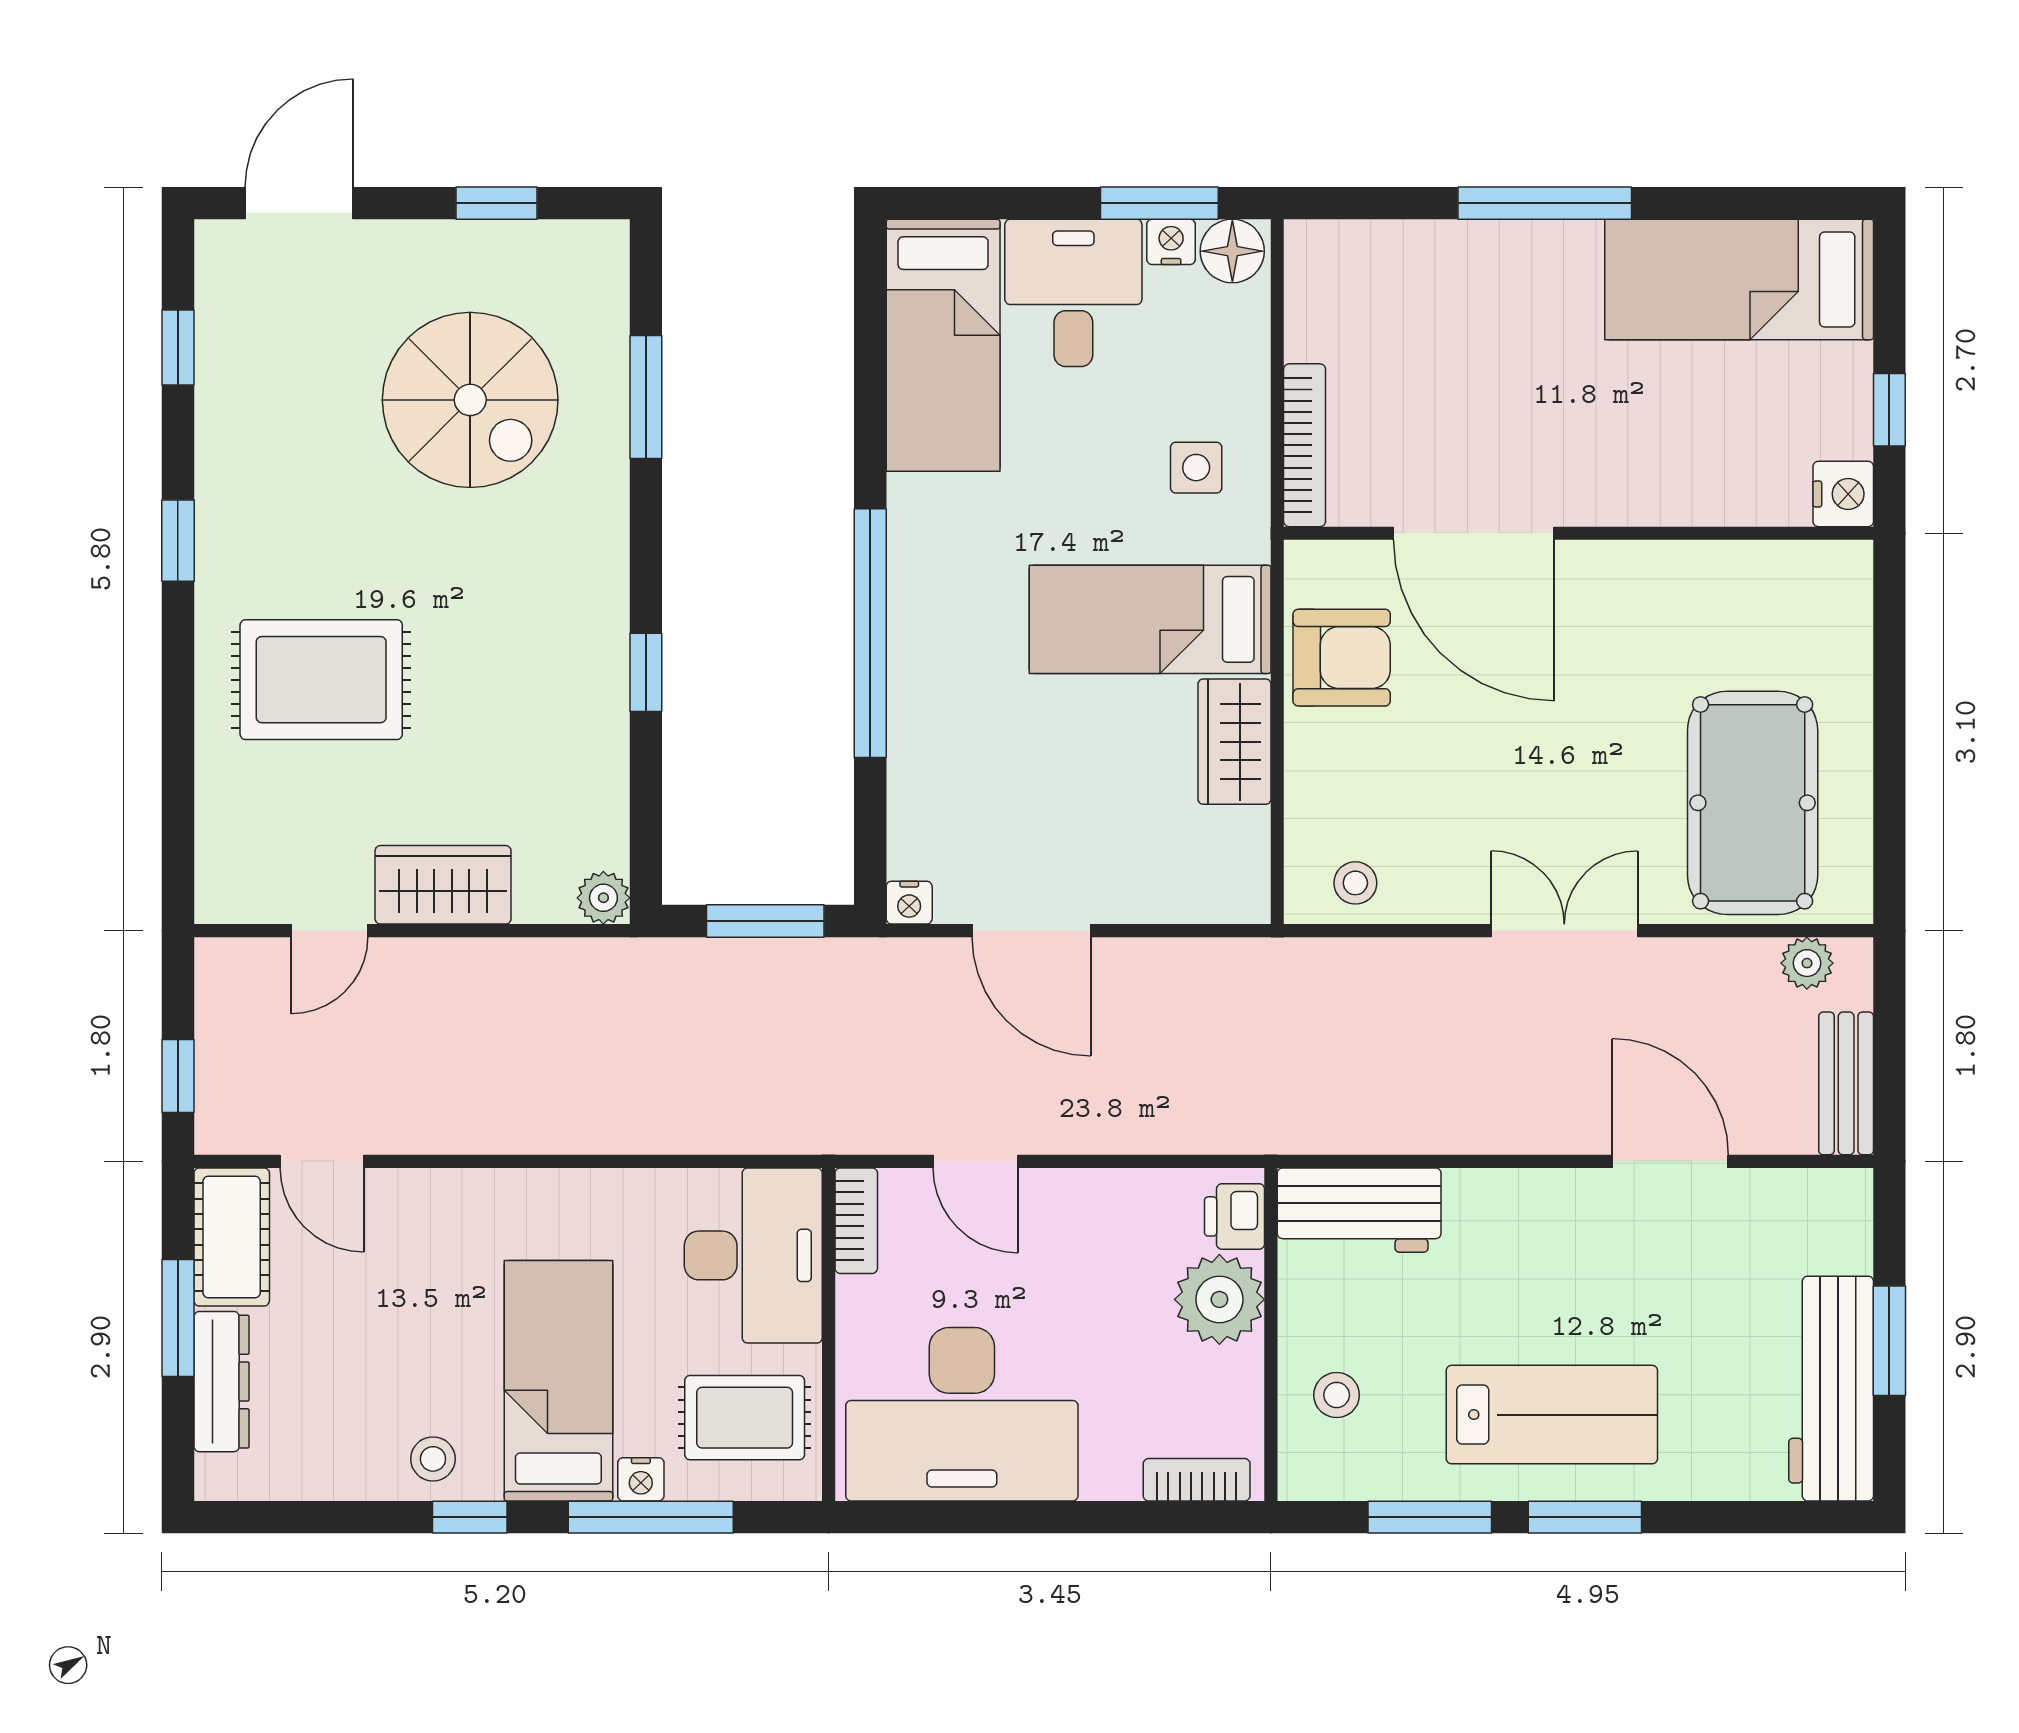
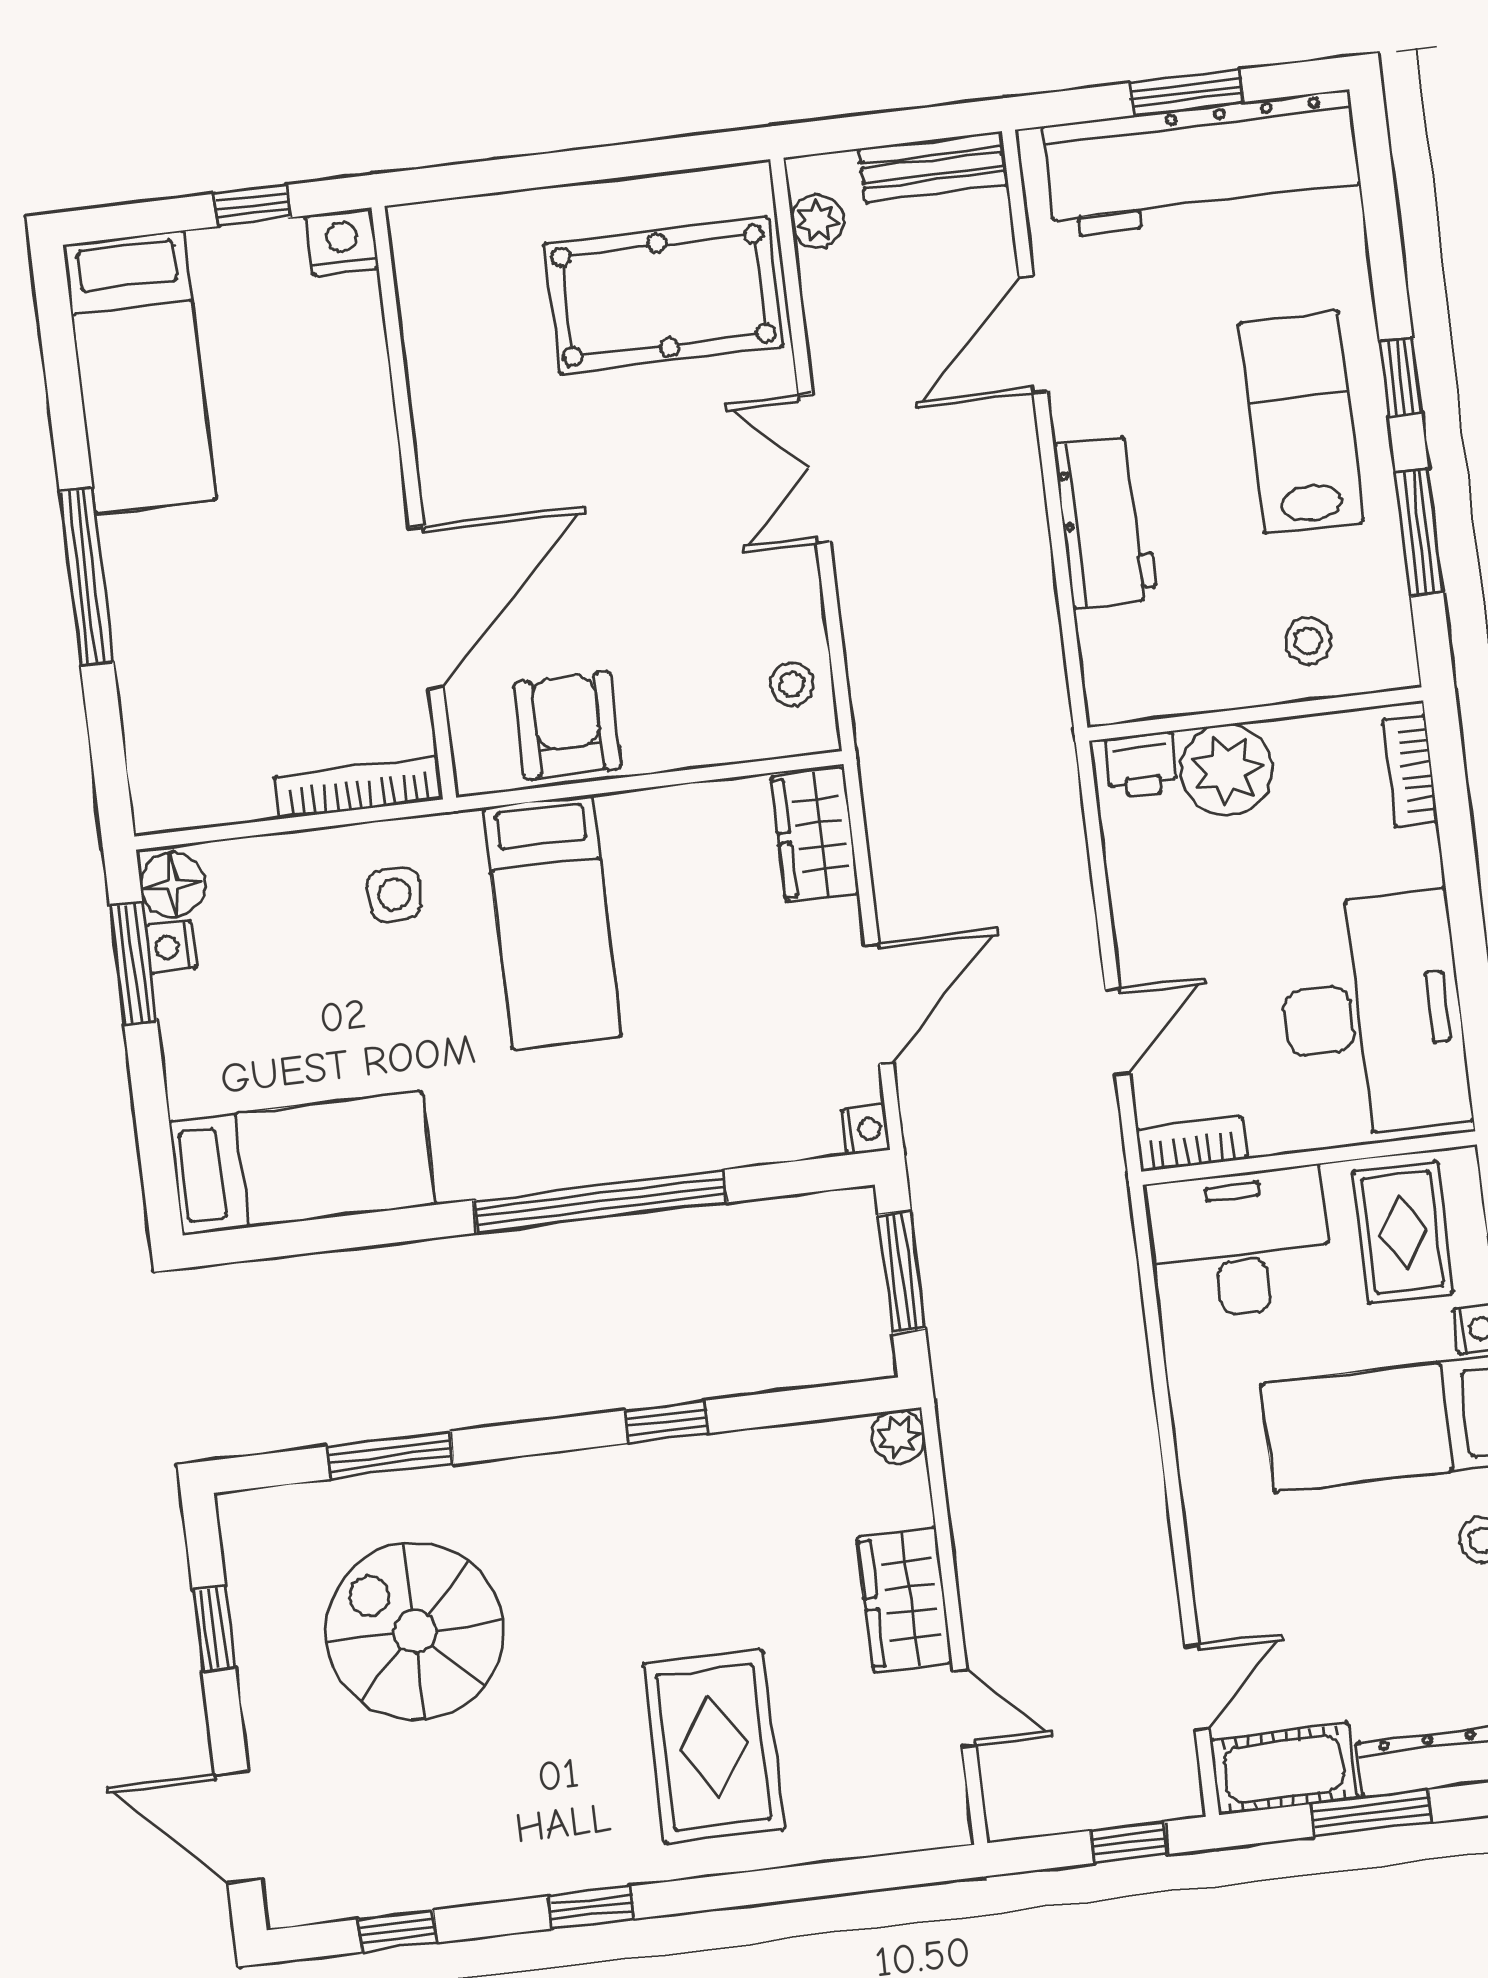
desk: (1073, 293) -> (234, 1039), removed
spiral stairs: (470, 400) -> (415, 1631), turned -90
wardrobe: (1234, 742) -> (815, 835), moved, turned 90
workbench: (1359, 1210) -> (1105, 522), moved
workbench: (1831, 1389) -> (1202, 164), width x1.36, depth x1.32
window: (1585, 1517) -> (1401, 377), width x0.67

